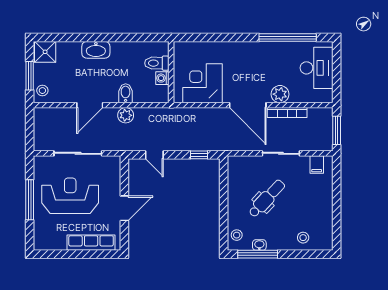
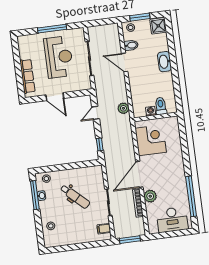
bidet: (126, 93) -> (131, 45), moved
plant: (126, 115) -> (123, 108), moved

